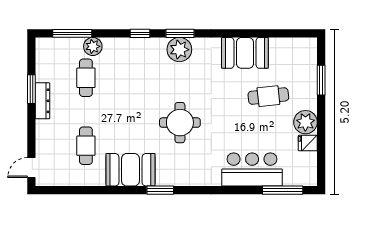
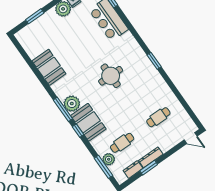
window: (180, 33) -> (63, 109), width x1.44
plant: (93, 46) -> (109, 159), moved
dresser: (43, 68) -> (133, 169), added
cafe table: (268, 96) -> (63, 39), removed
booth: (130, 170) -> (88, 122), moved

